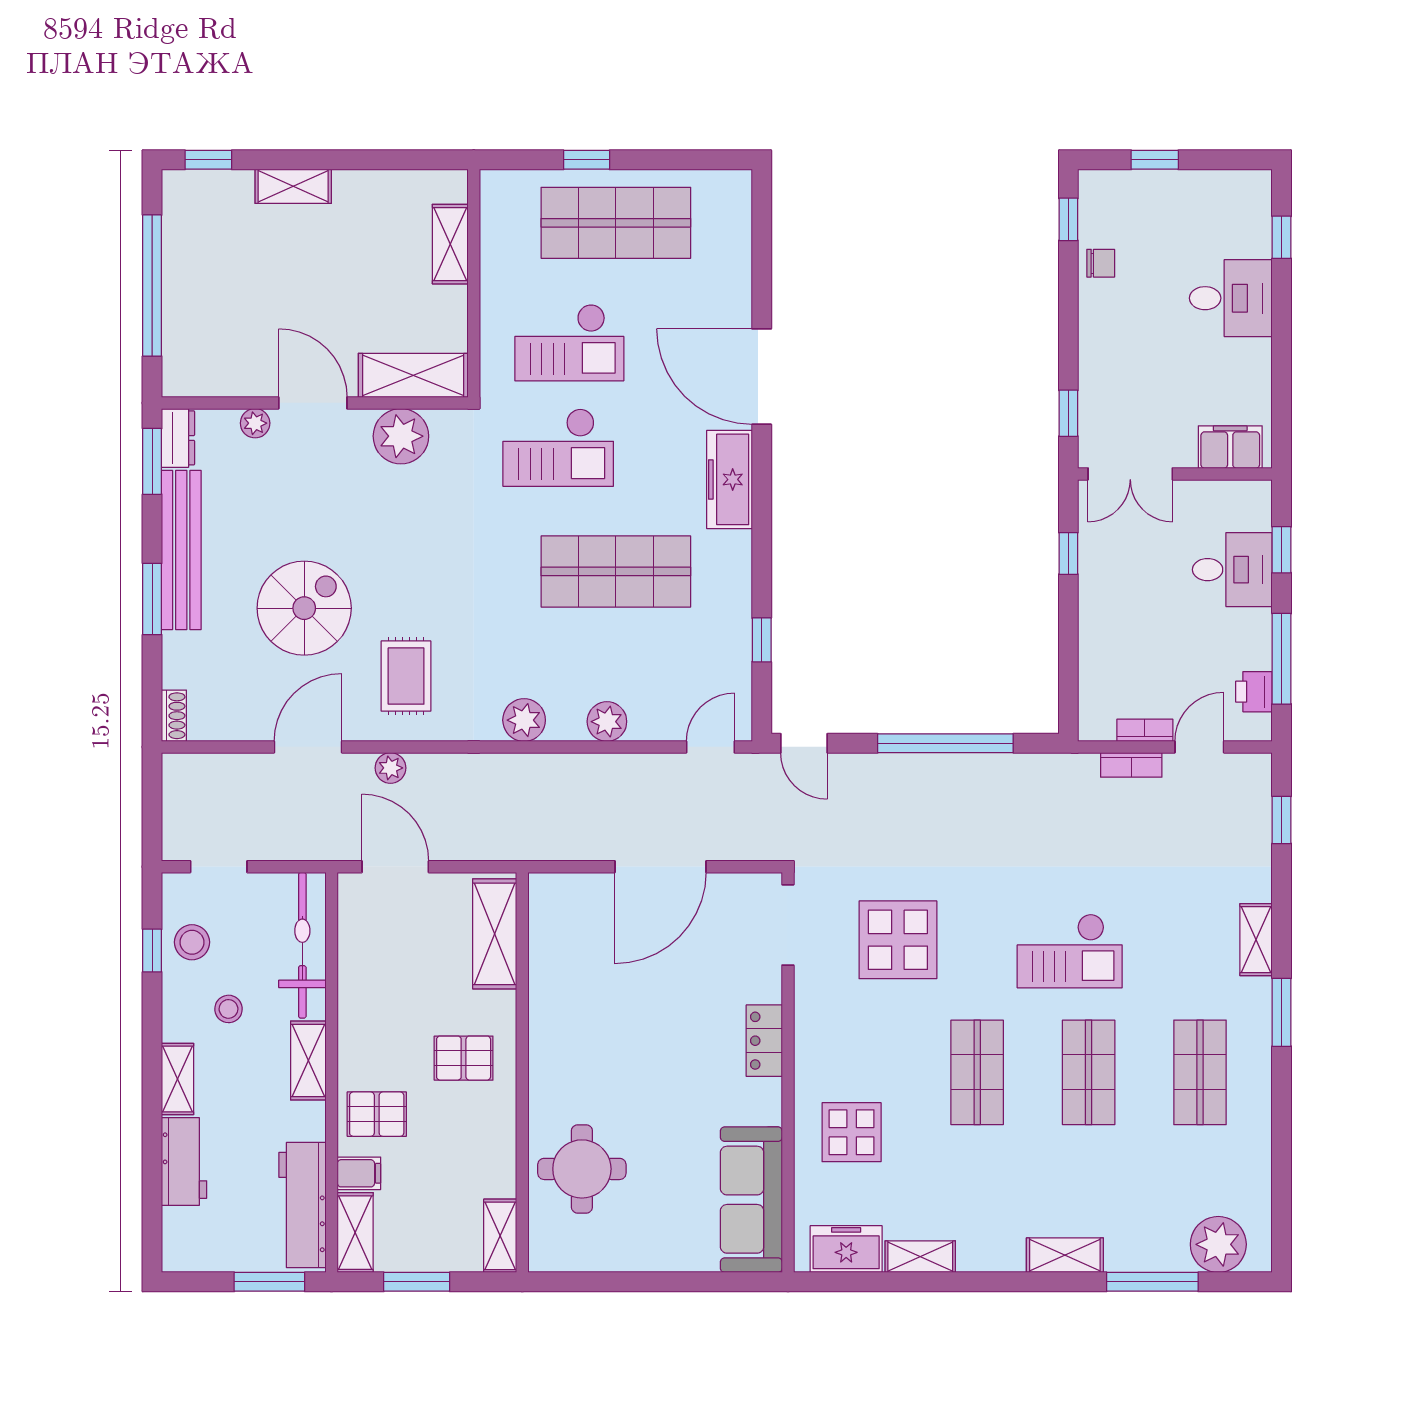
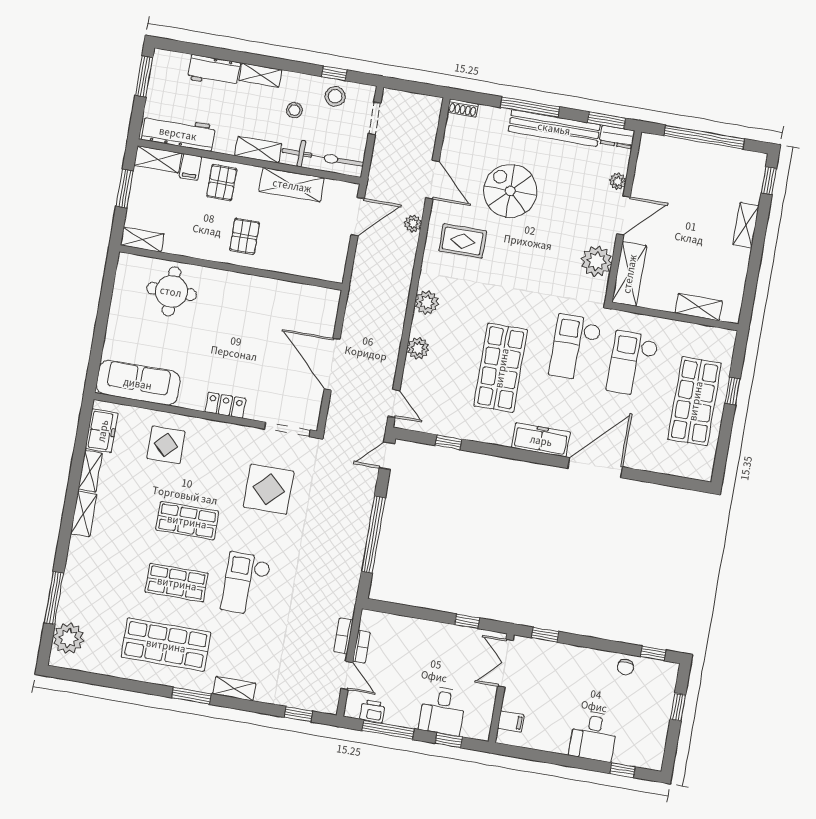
filing cabinet: (1230, 447) -> (511, 721), width x0.50
window: (152, 599) -> (530, 107), width x1.44
spiral stairs: (304, 608) -> (510, 191), turned 180
shelving: (495, 934) -> (292, 185), moved
shop shelf: (1200, 1072) -> (166, 645), width x1.43, depth x1.36
shelving: (1065, 1255) -> (84, 514), moved
window: (269, 1282) -> (144, 77), moved

